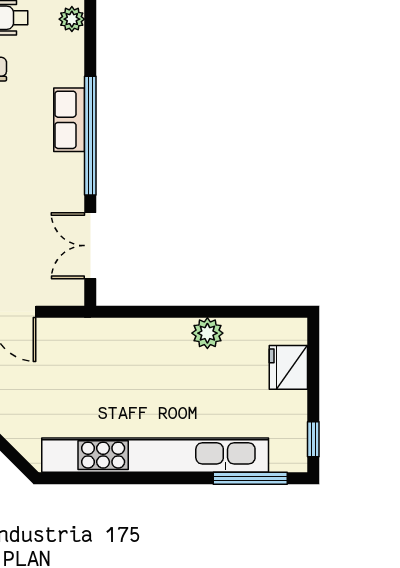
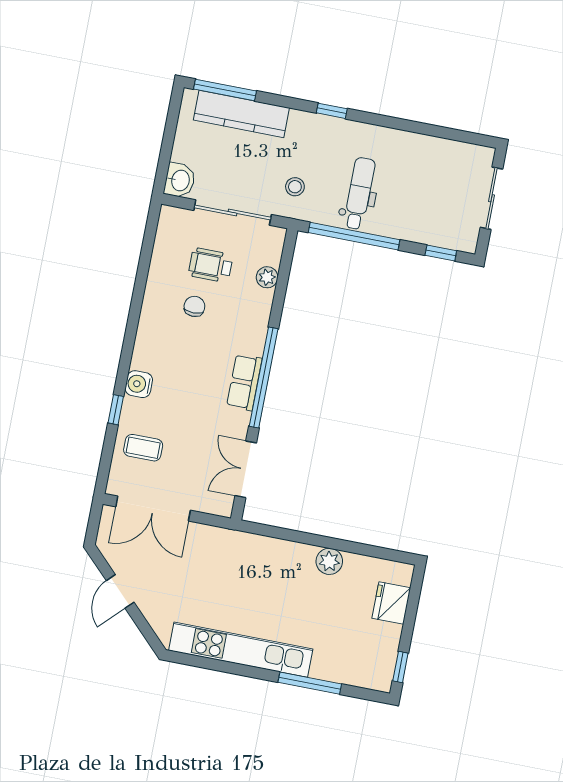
row of seats: (69, 120) -> (244, 382), moved
kitchen unit: (155, 455) -> (241, 650), width x0.73
window: (250, 478) -> (310, 683), moved

